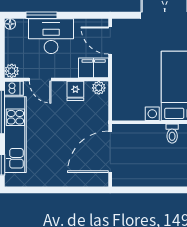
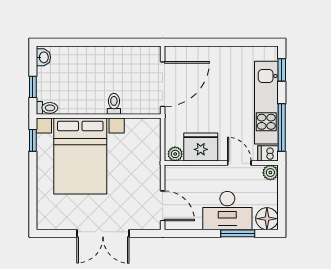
floor lamp: (10, 24) -> (267, 219), width x1.89, depth x1.89
filing cabinet: (94, 68) -> (181, 176), removed
fridge: (75, 91) -> (201, 147), width x1.88, depth x1.34
toilet: (172, 134) -> (114, 104), moved

